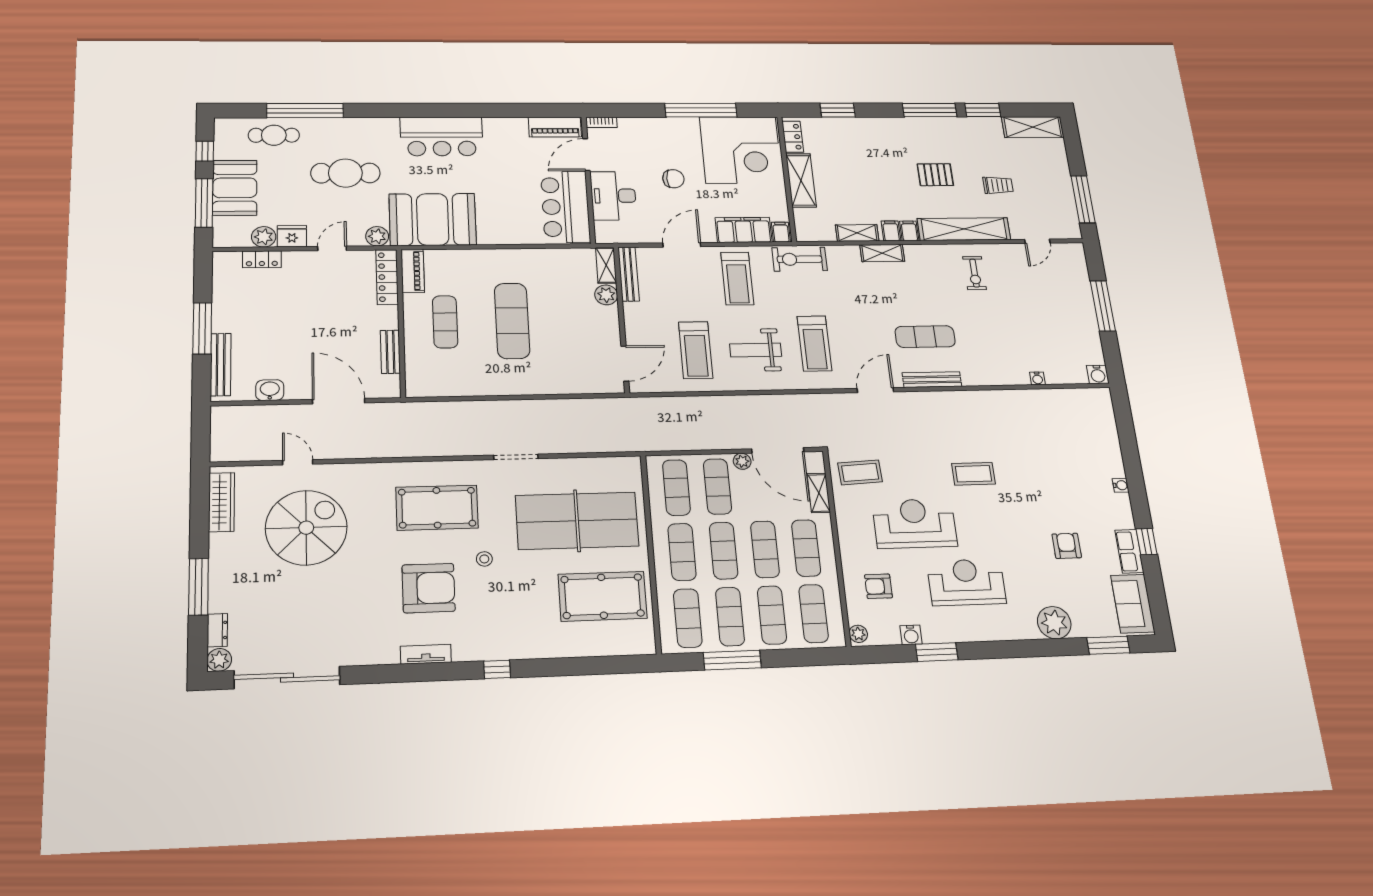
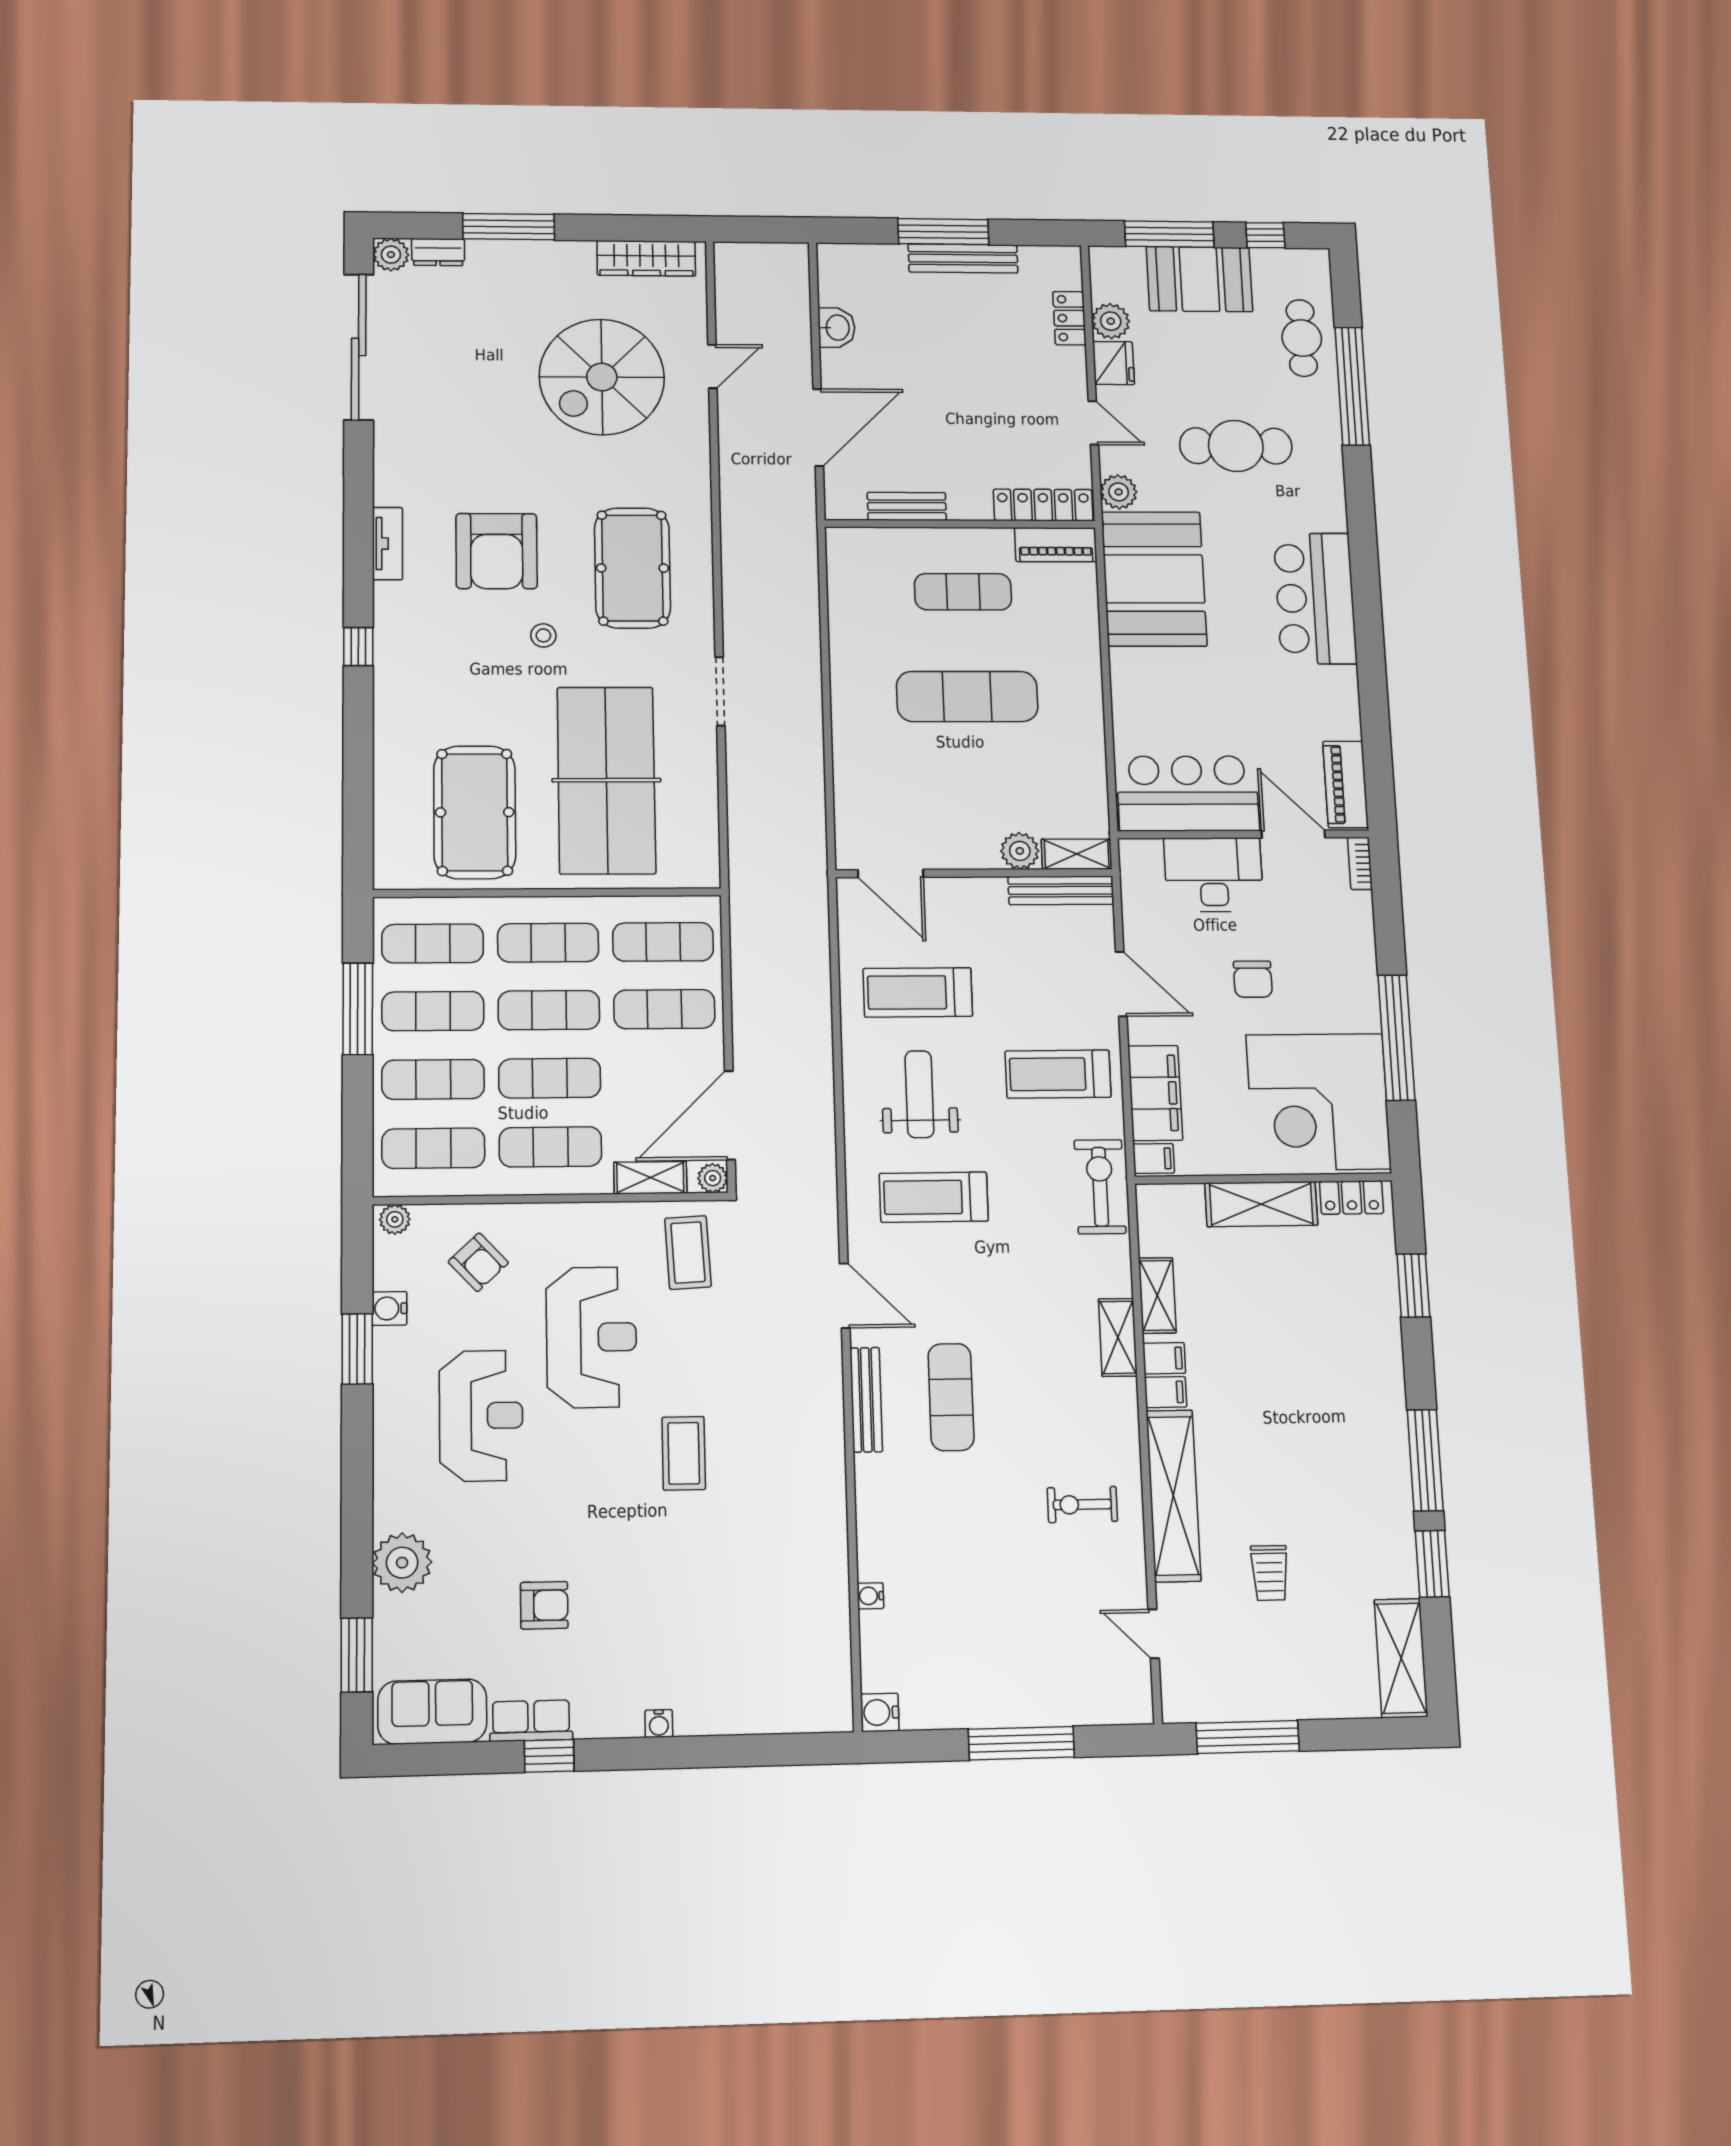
cafe table: (345, 173) -> (1236, 446), turned 90
pallet: (935, 175) -> (1286, 1455), removed
bench: (221, 365) -> (963, 258), moved
plant: (742, 461) -> (713, 1178), moved
spiral stairs: (306, 528) -> (602, 377), turned 90
armchair: (878, 586) -> (478, 1262), turned 137

